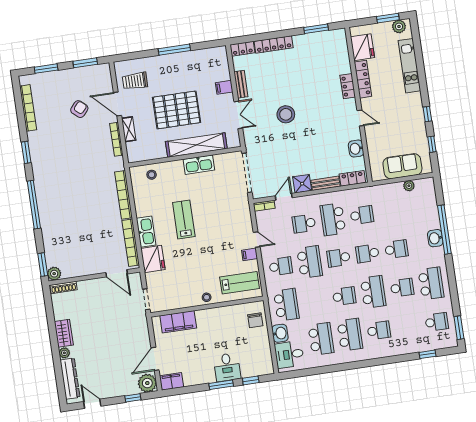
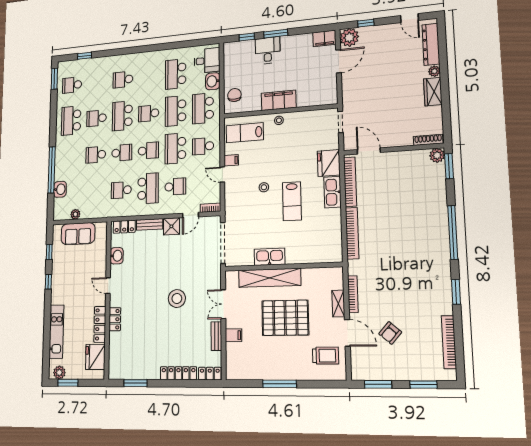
stool: (152, 175) -> (264, 187), moved
washbasin: (435, 238) -> (60, 189), moved
filing cabinet: (178, 322) -> (279, 100), moved
school desk: (350, 335) -> (176, 111), moved

